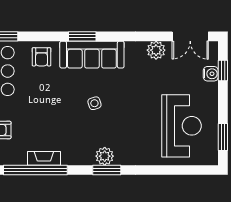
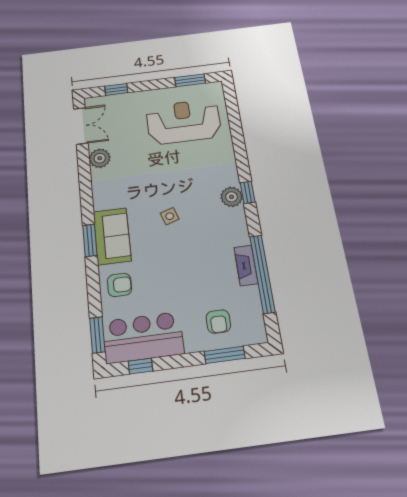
sofa: (92, 55) -> (112, 236), width x0.73
water cooler: (211, 74) -> (121, 100), removed
window: (107, 170) -> (248, 192), width x0.67

